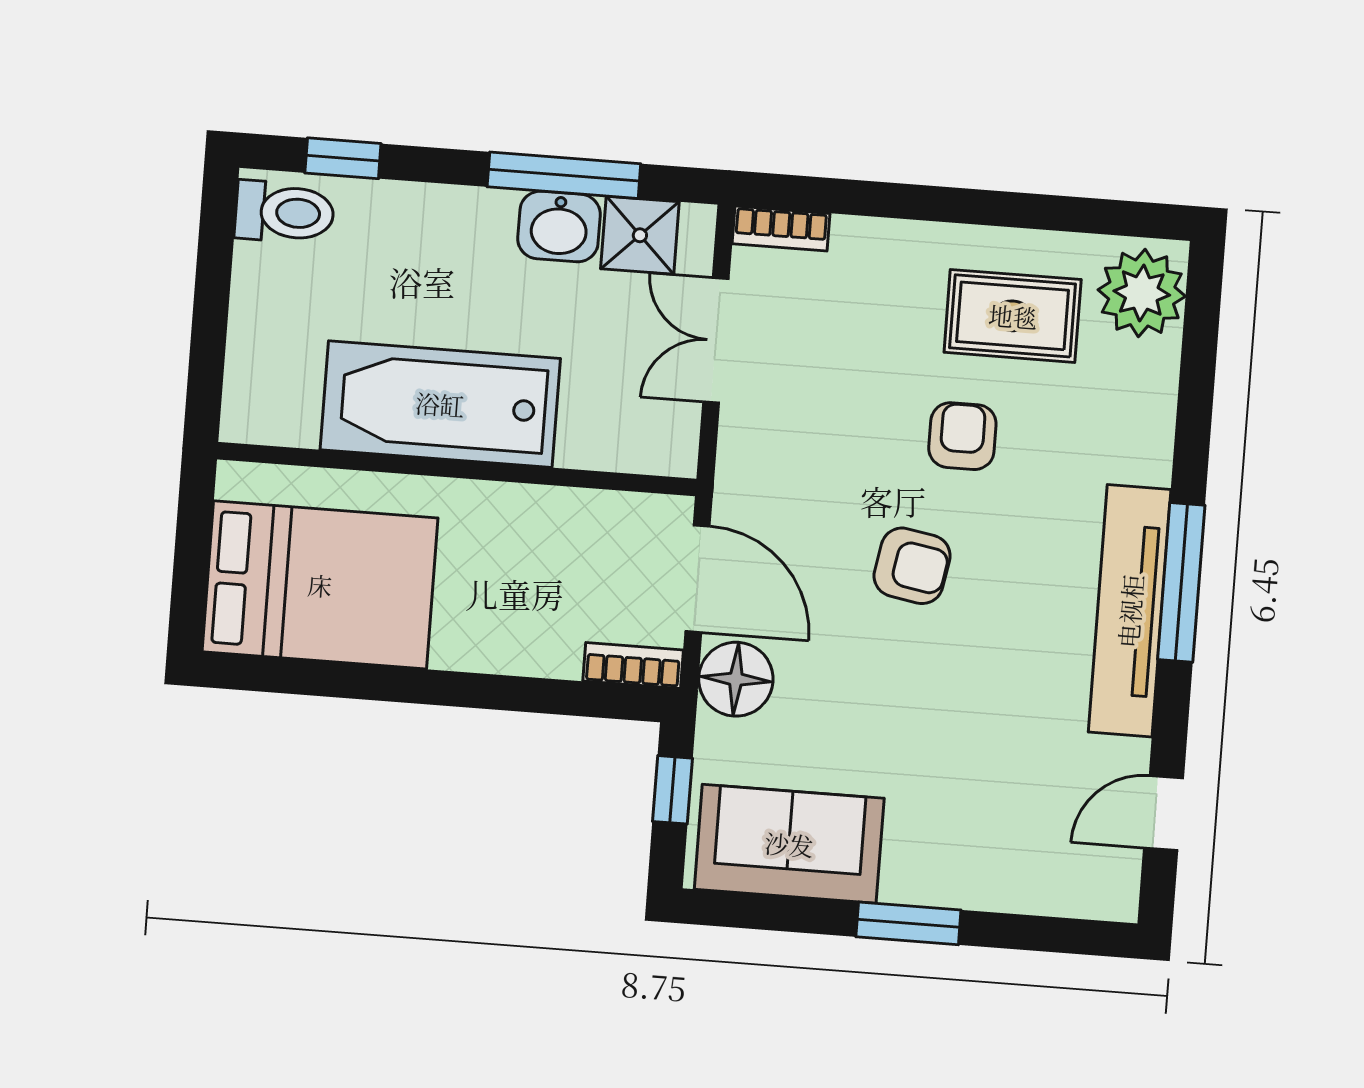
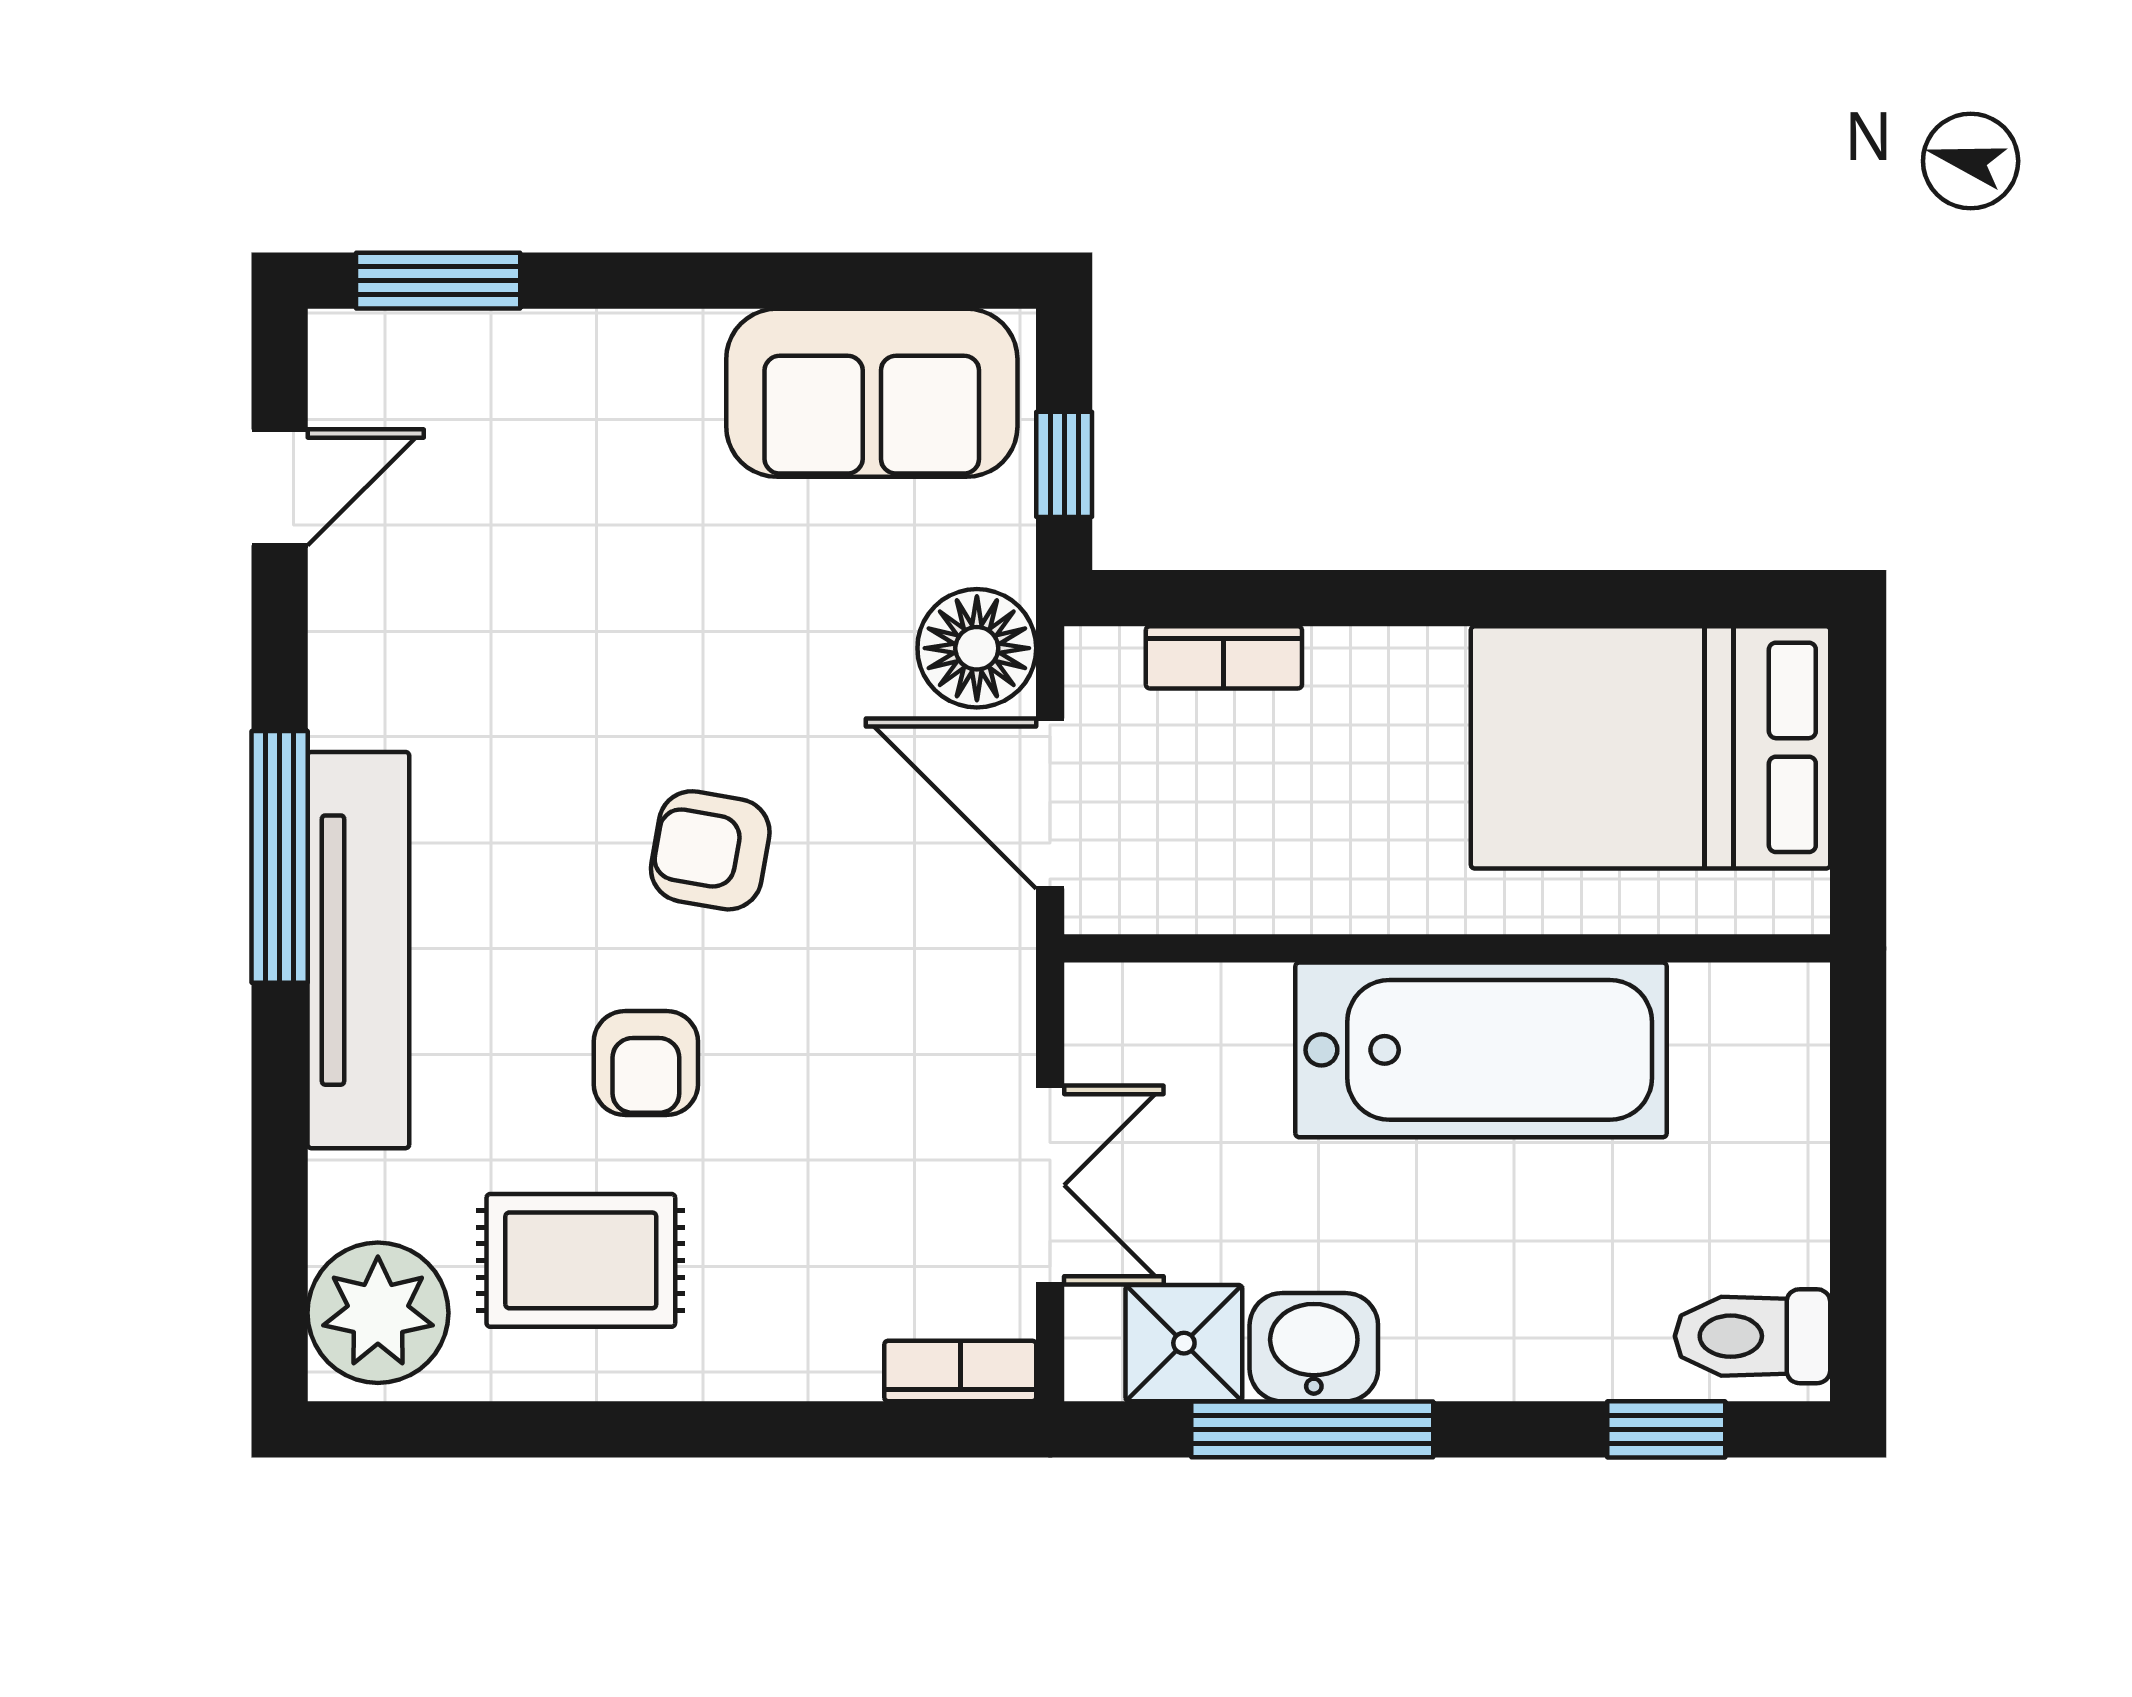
tv unit: (1130, 611) -> (358, 950), moved
bookcase: (633, 666) -> (1224, 657), moved
window: (908, 923) -> (438, 281), moved

